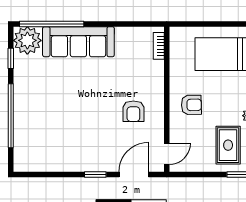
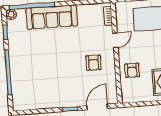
plant: (27, 40) -> (11, 15), width x0.53, depth x0.53
armchair: (191, 105) -> (132, 70), moved, turned 91
door: (167, 154) -> (115, 40), moved

